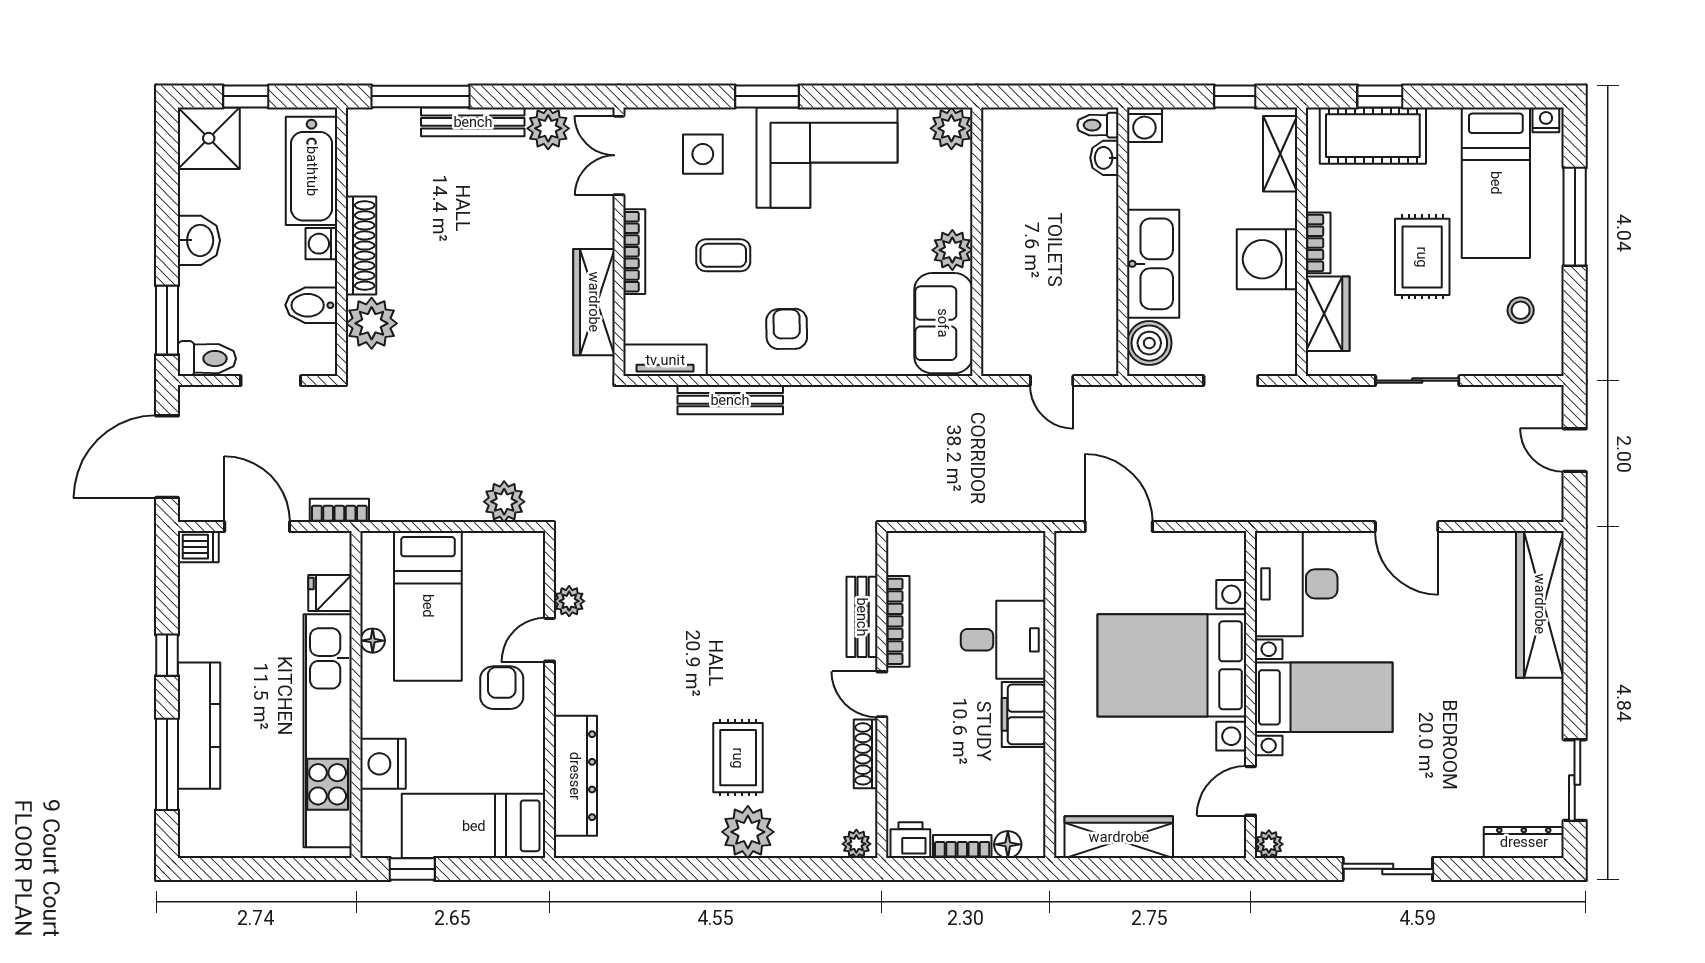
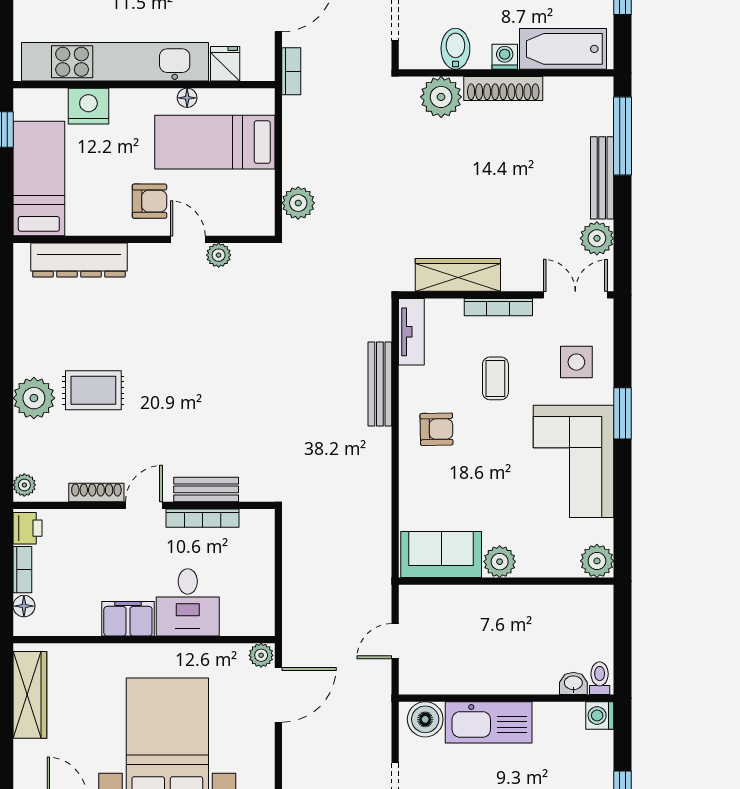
plant: (1069, 548) -> (261, 655), added

